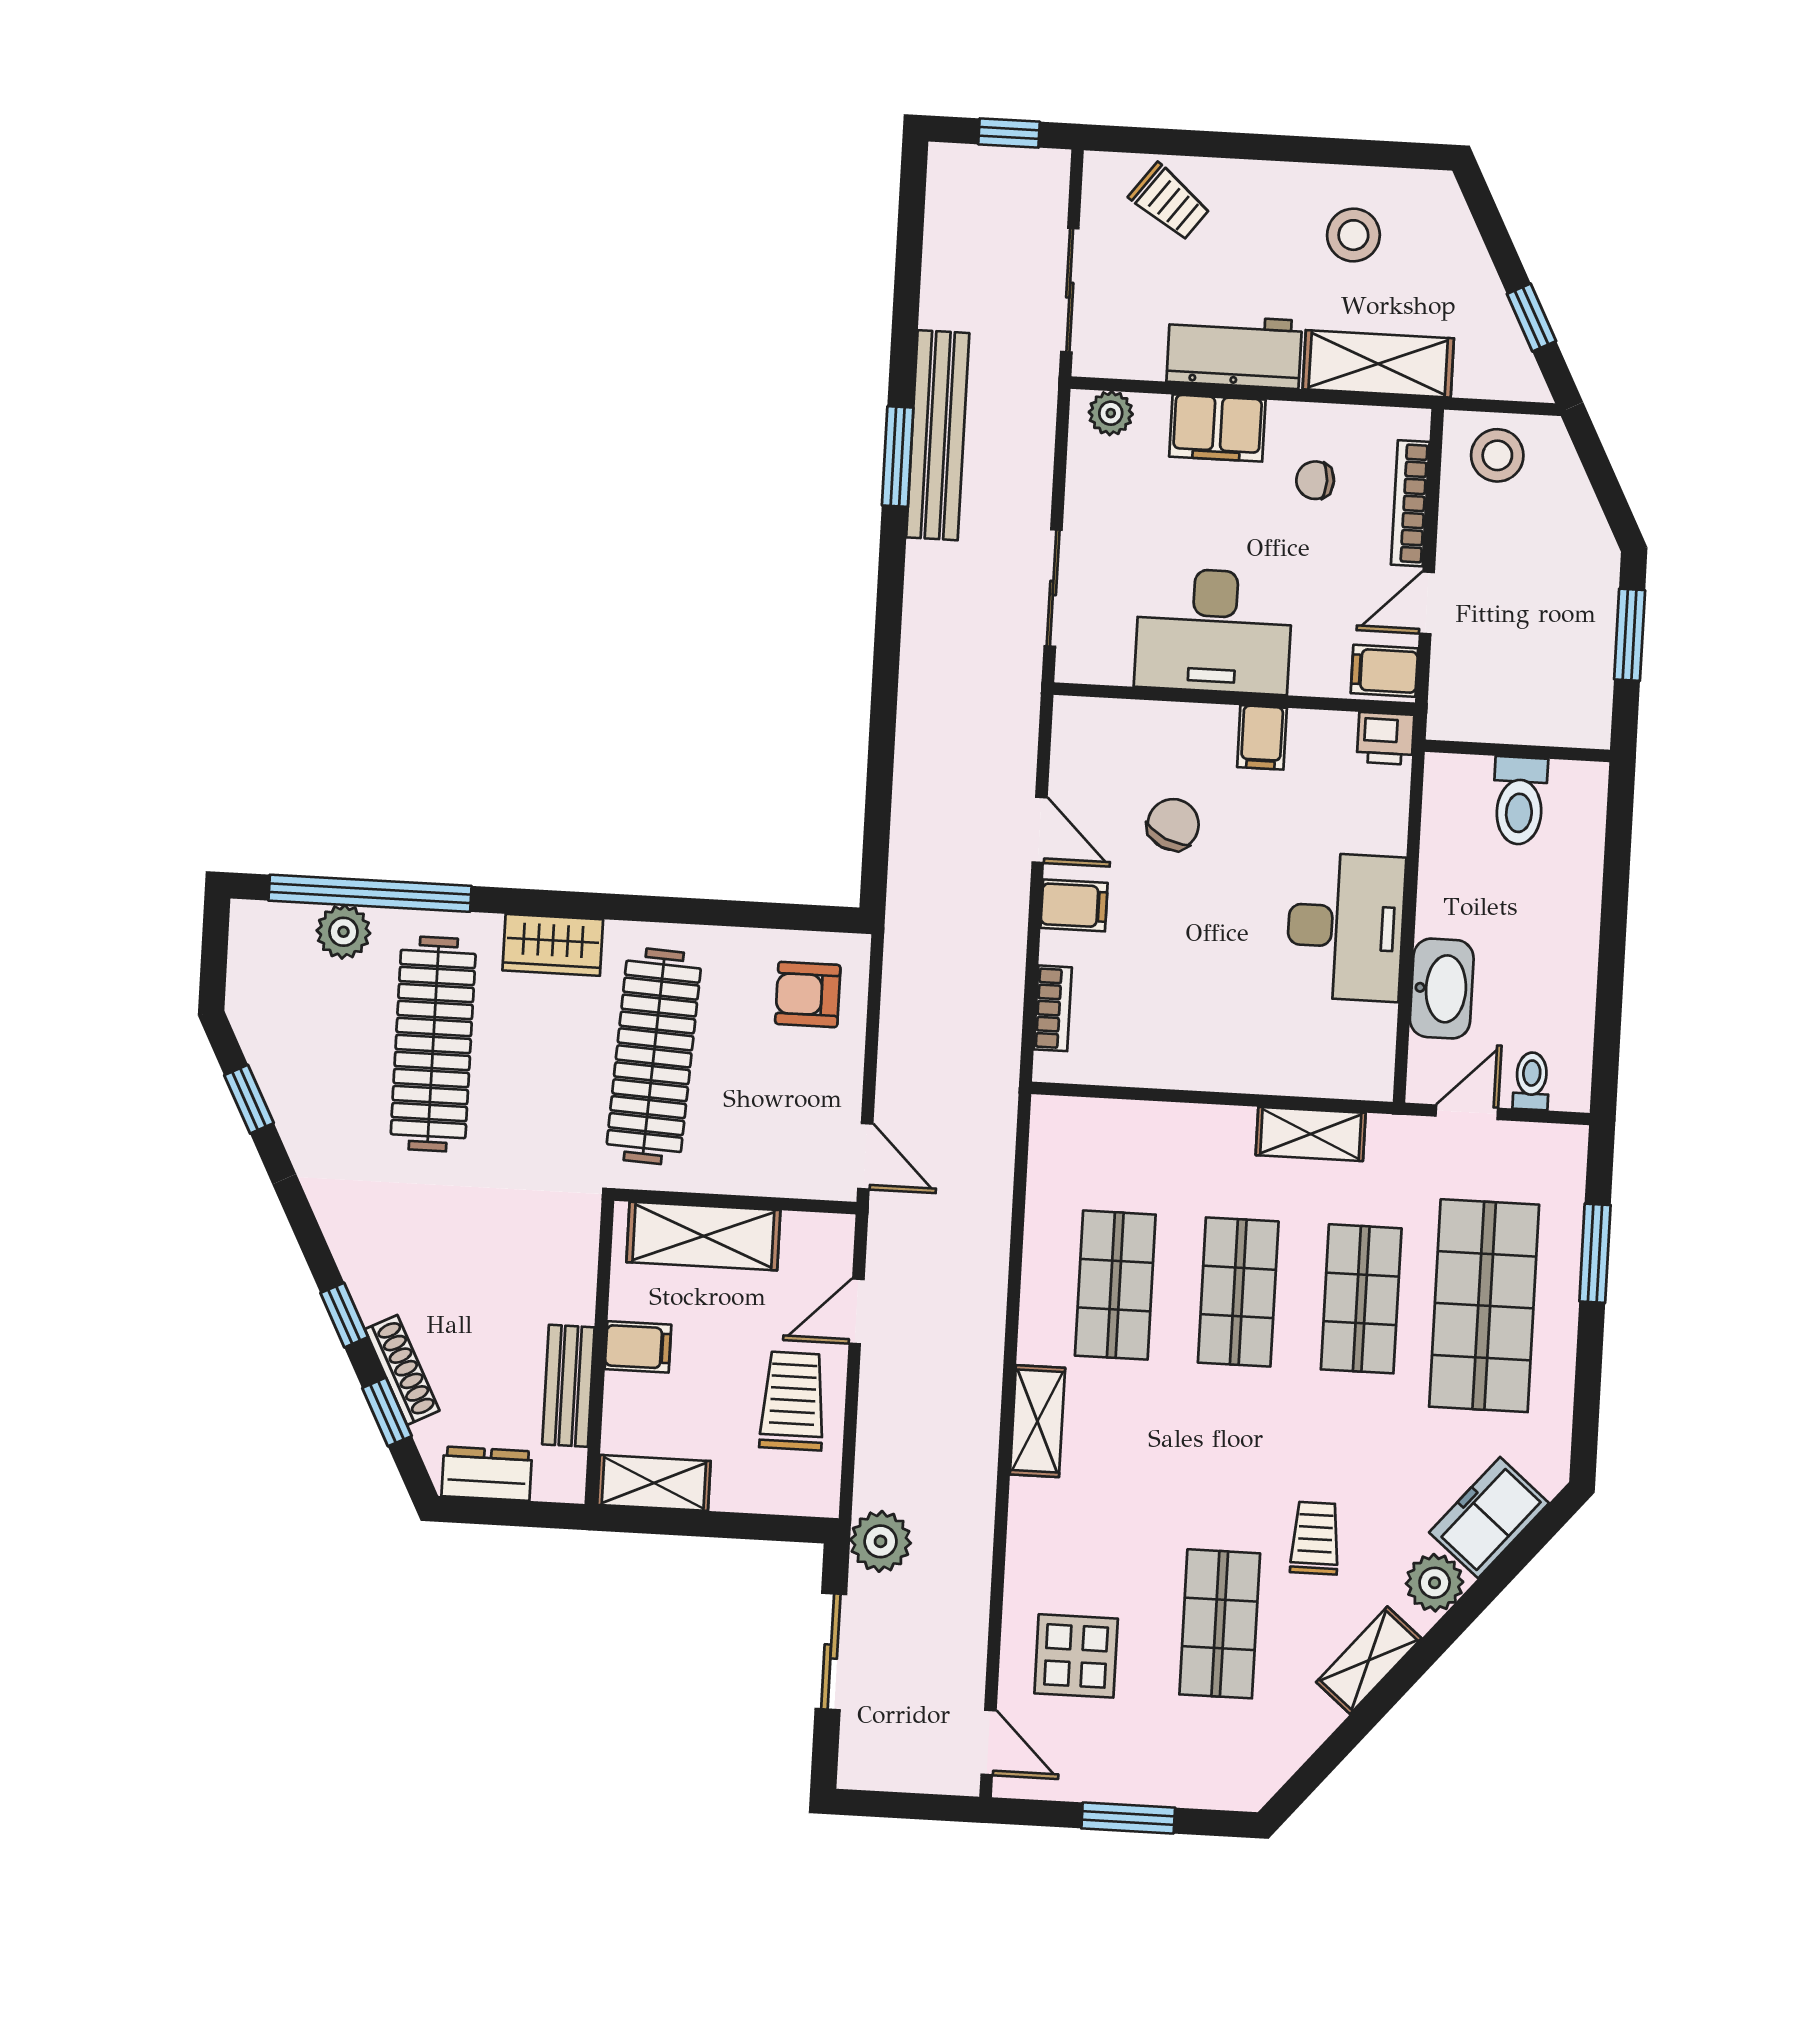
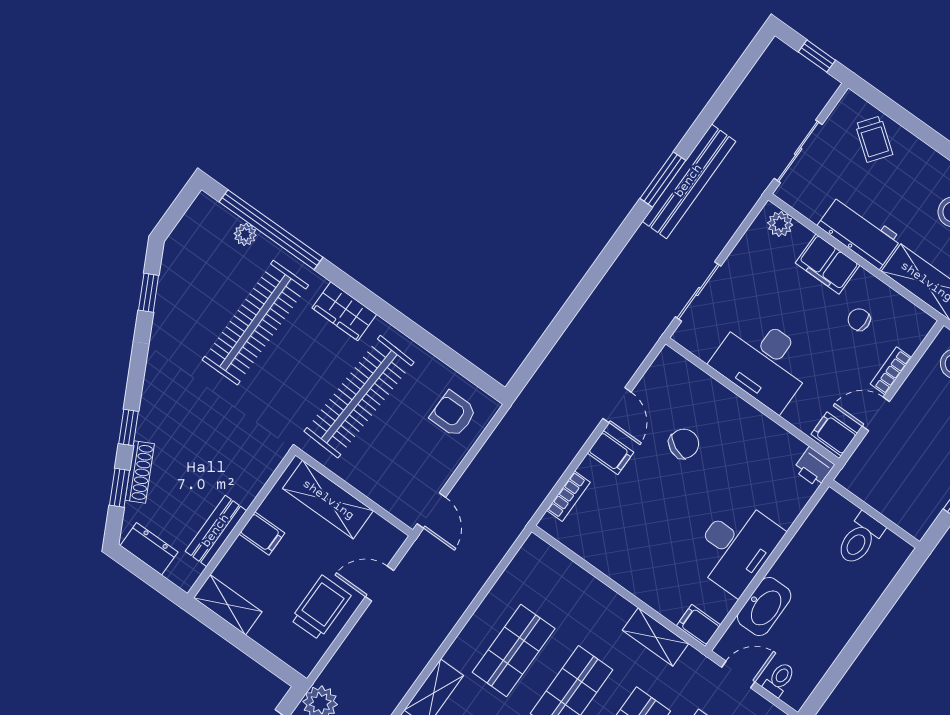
bookcase: (1410, 503) -> (891, 371), width x0.64
filing cabinet: (1262, 737) -> (699, 625), moved, turned 90
plant: (343, 932) -> (245, 234), width x0.73, depth x0.73

